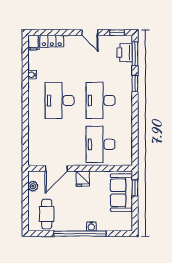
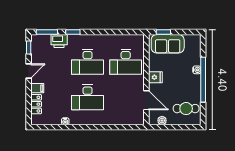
filing cabinet: (33, 43) -> (37, 88), moved
printer: (125, 53) -> (59, 41), moved

